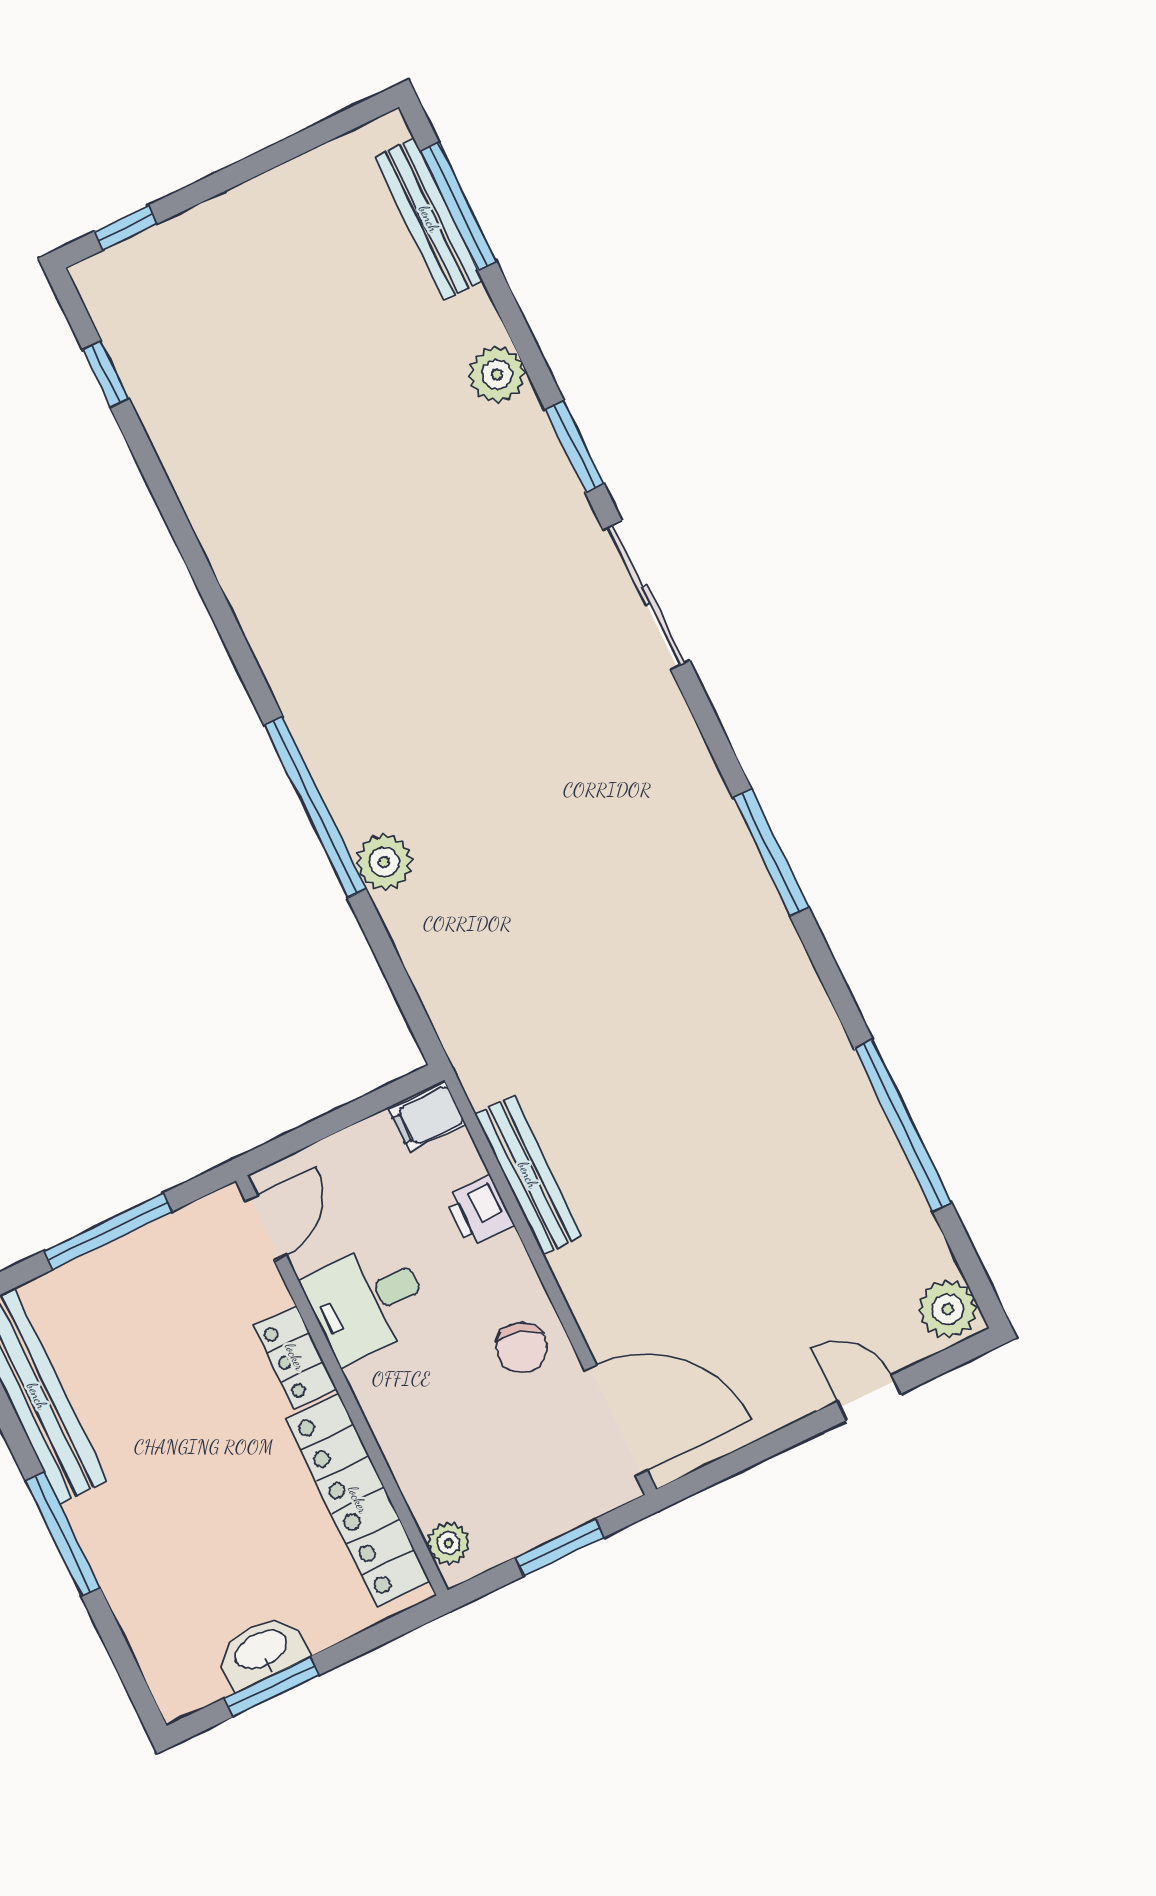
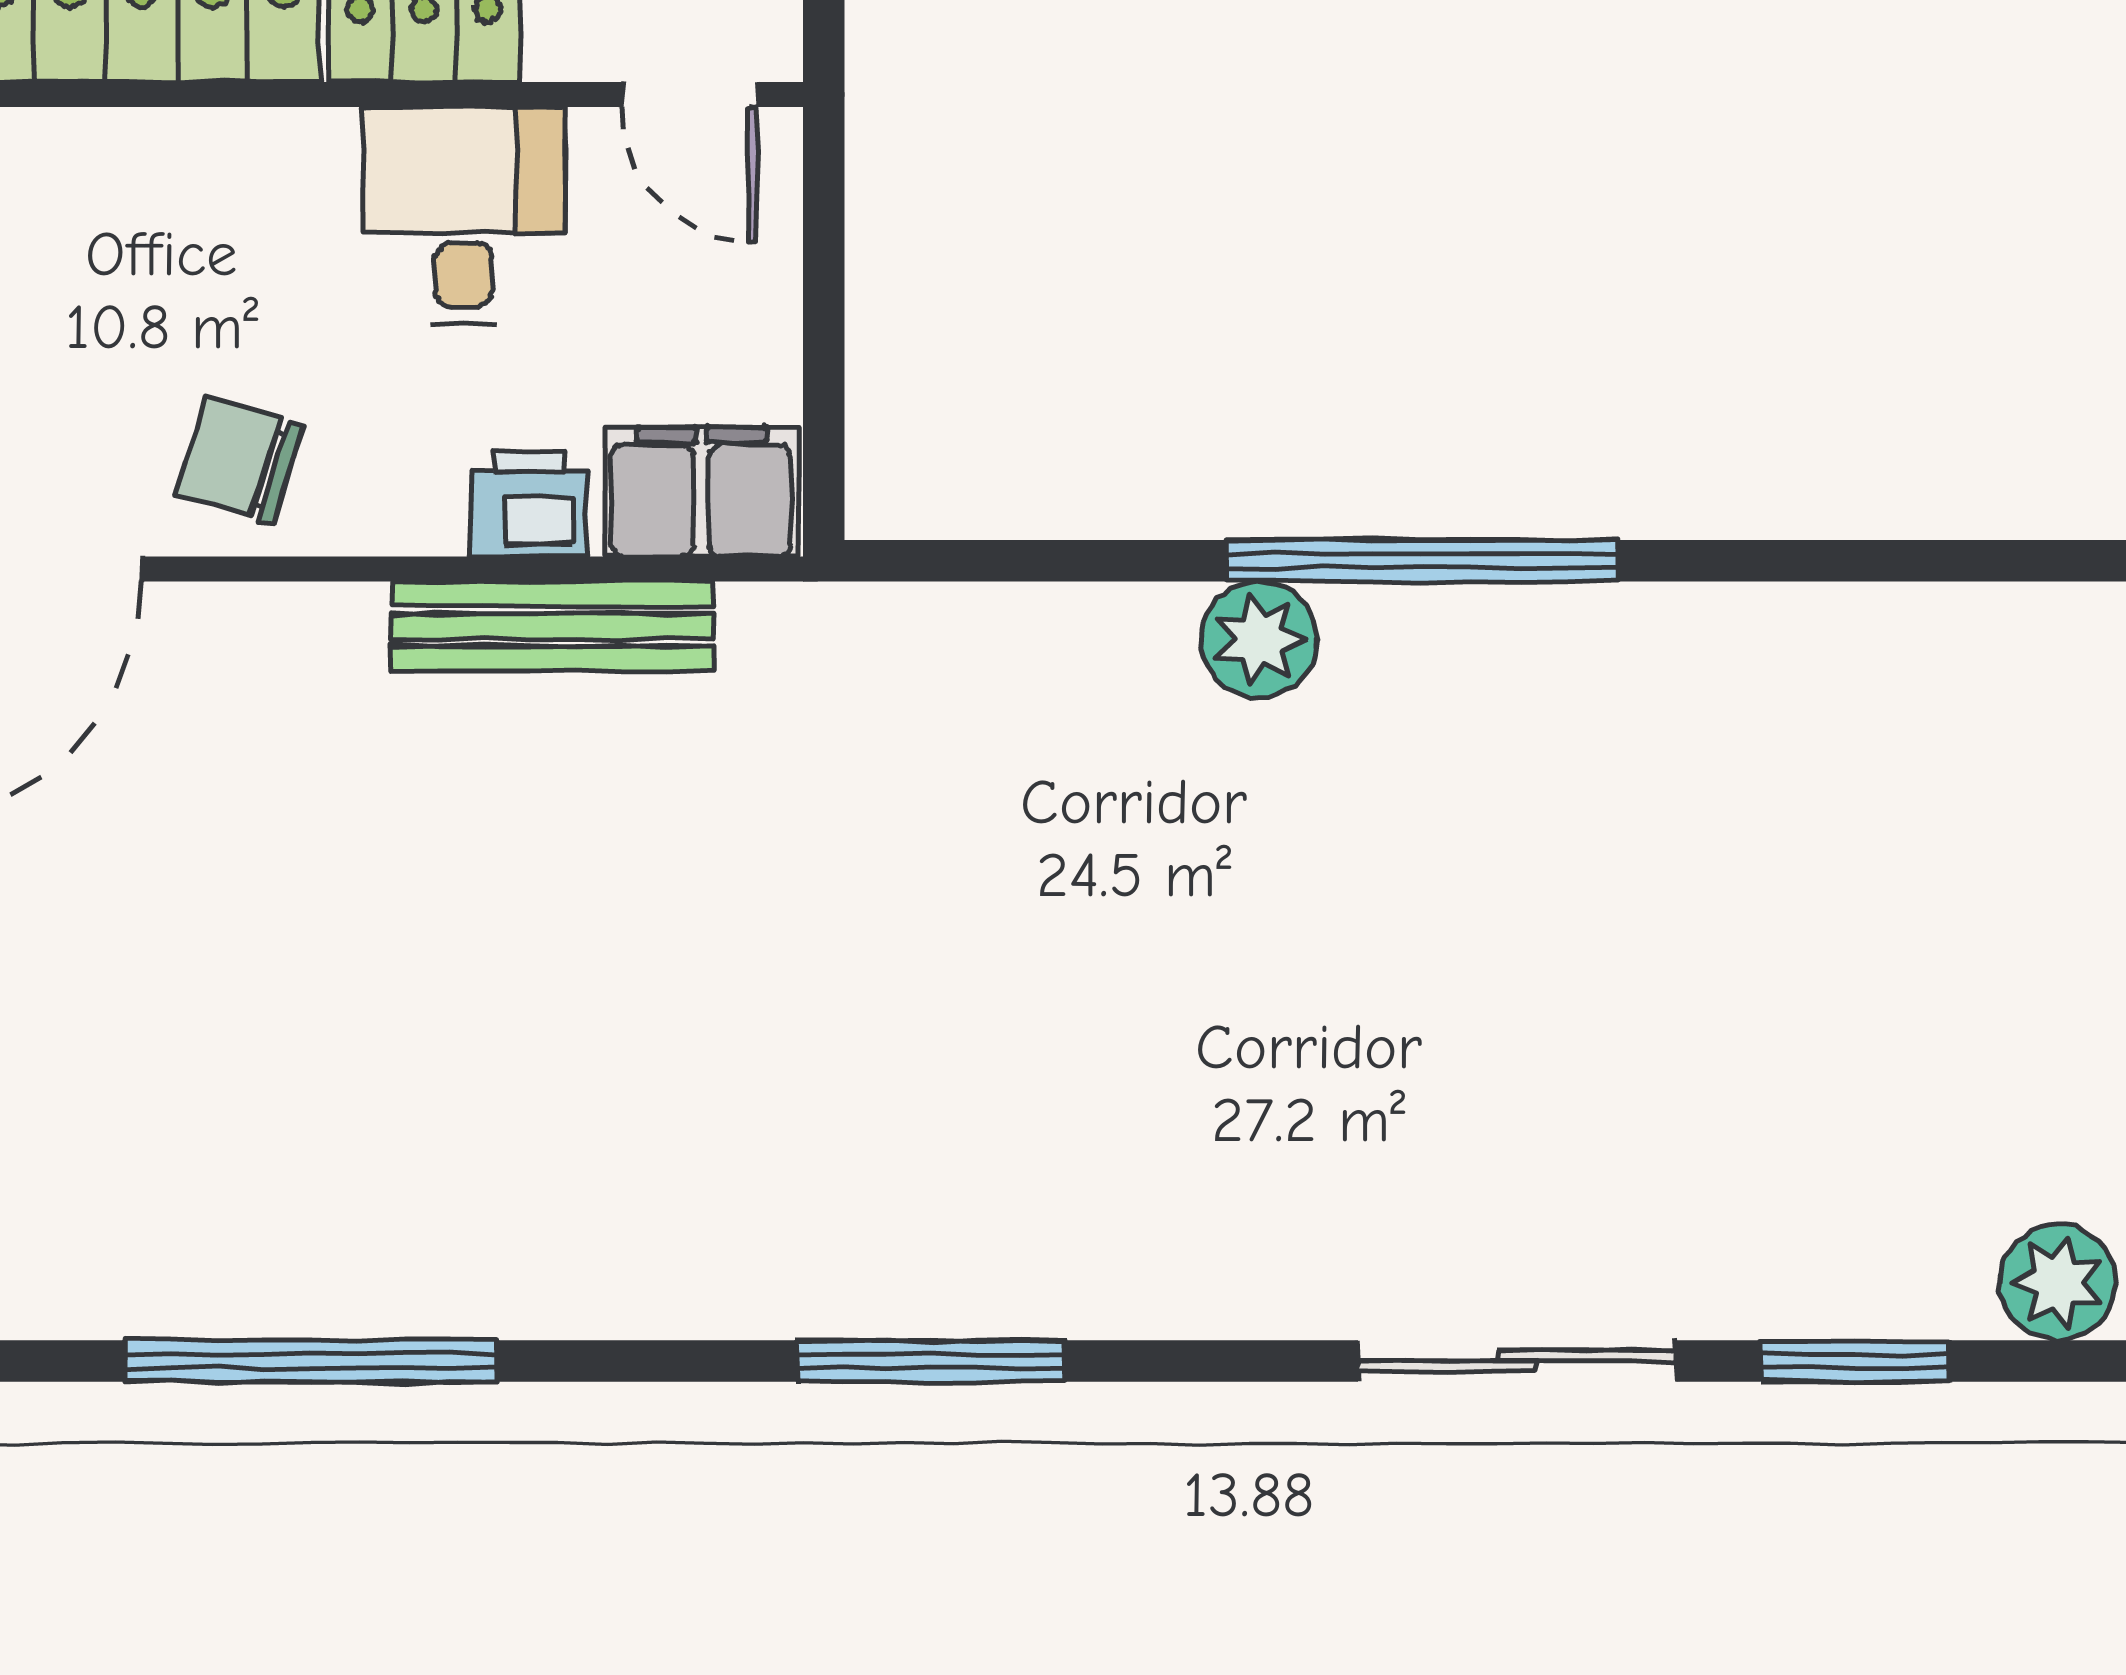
filing cabinet: (427, 1117) -> (701, 492), width x2.00

